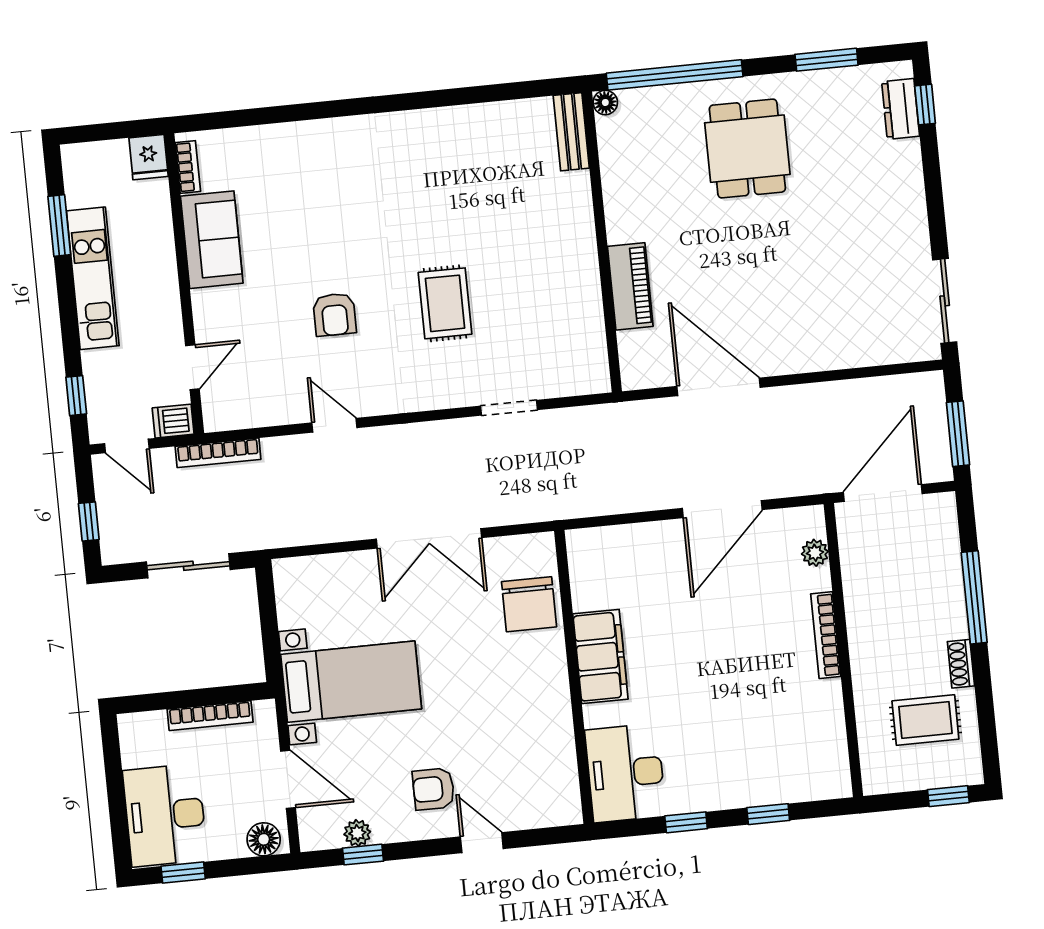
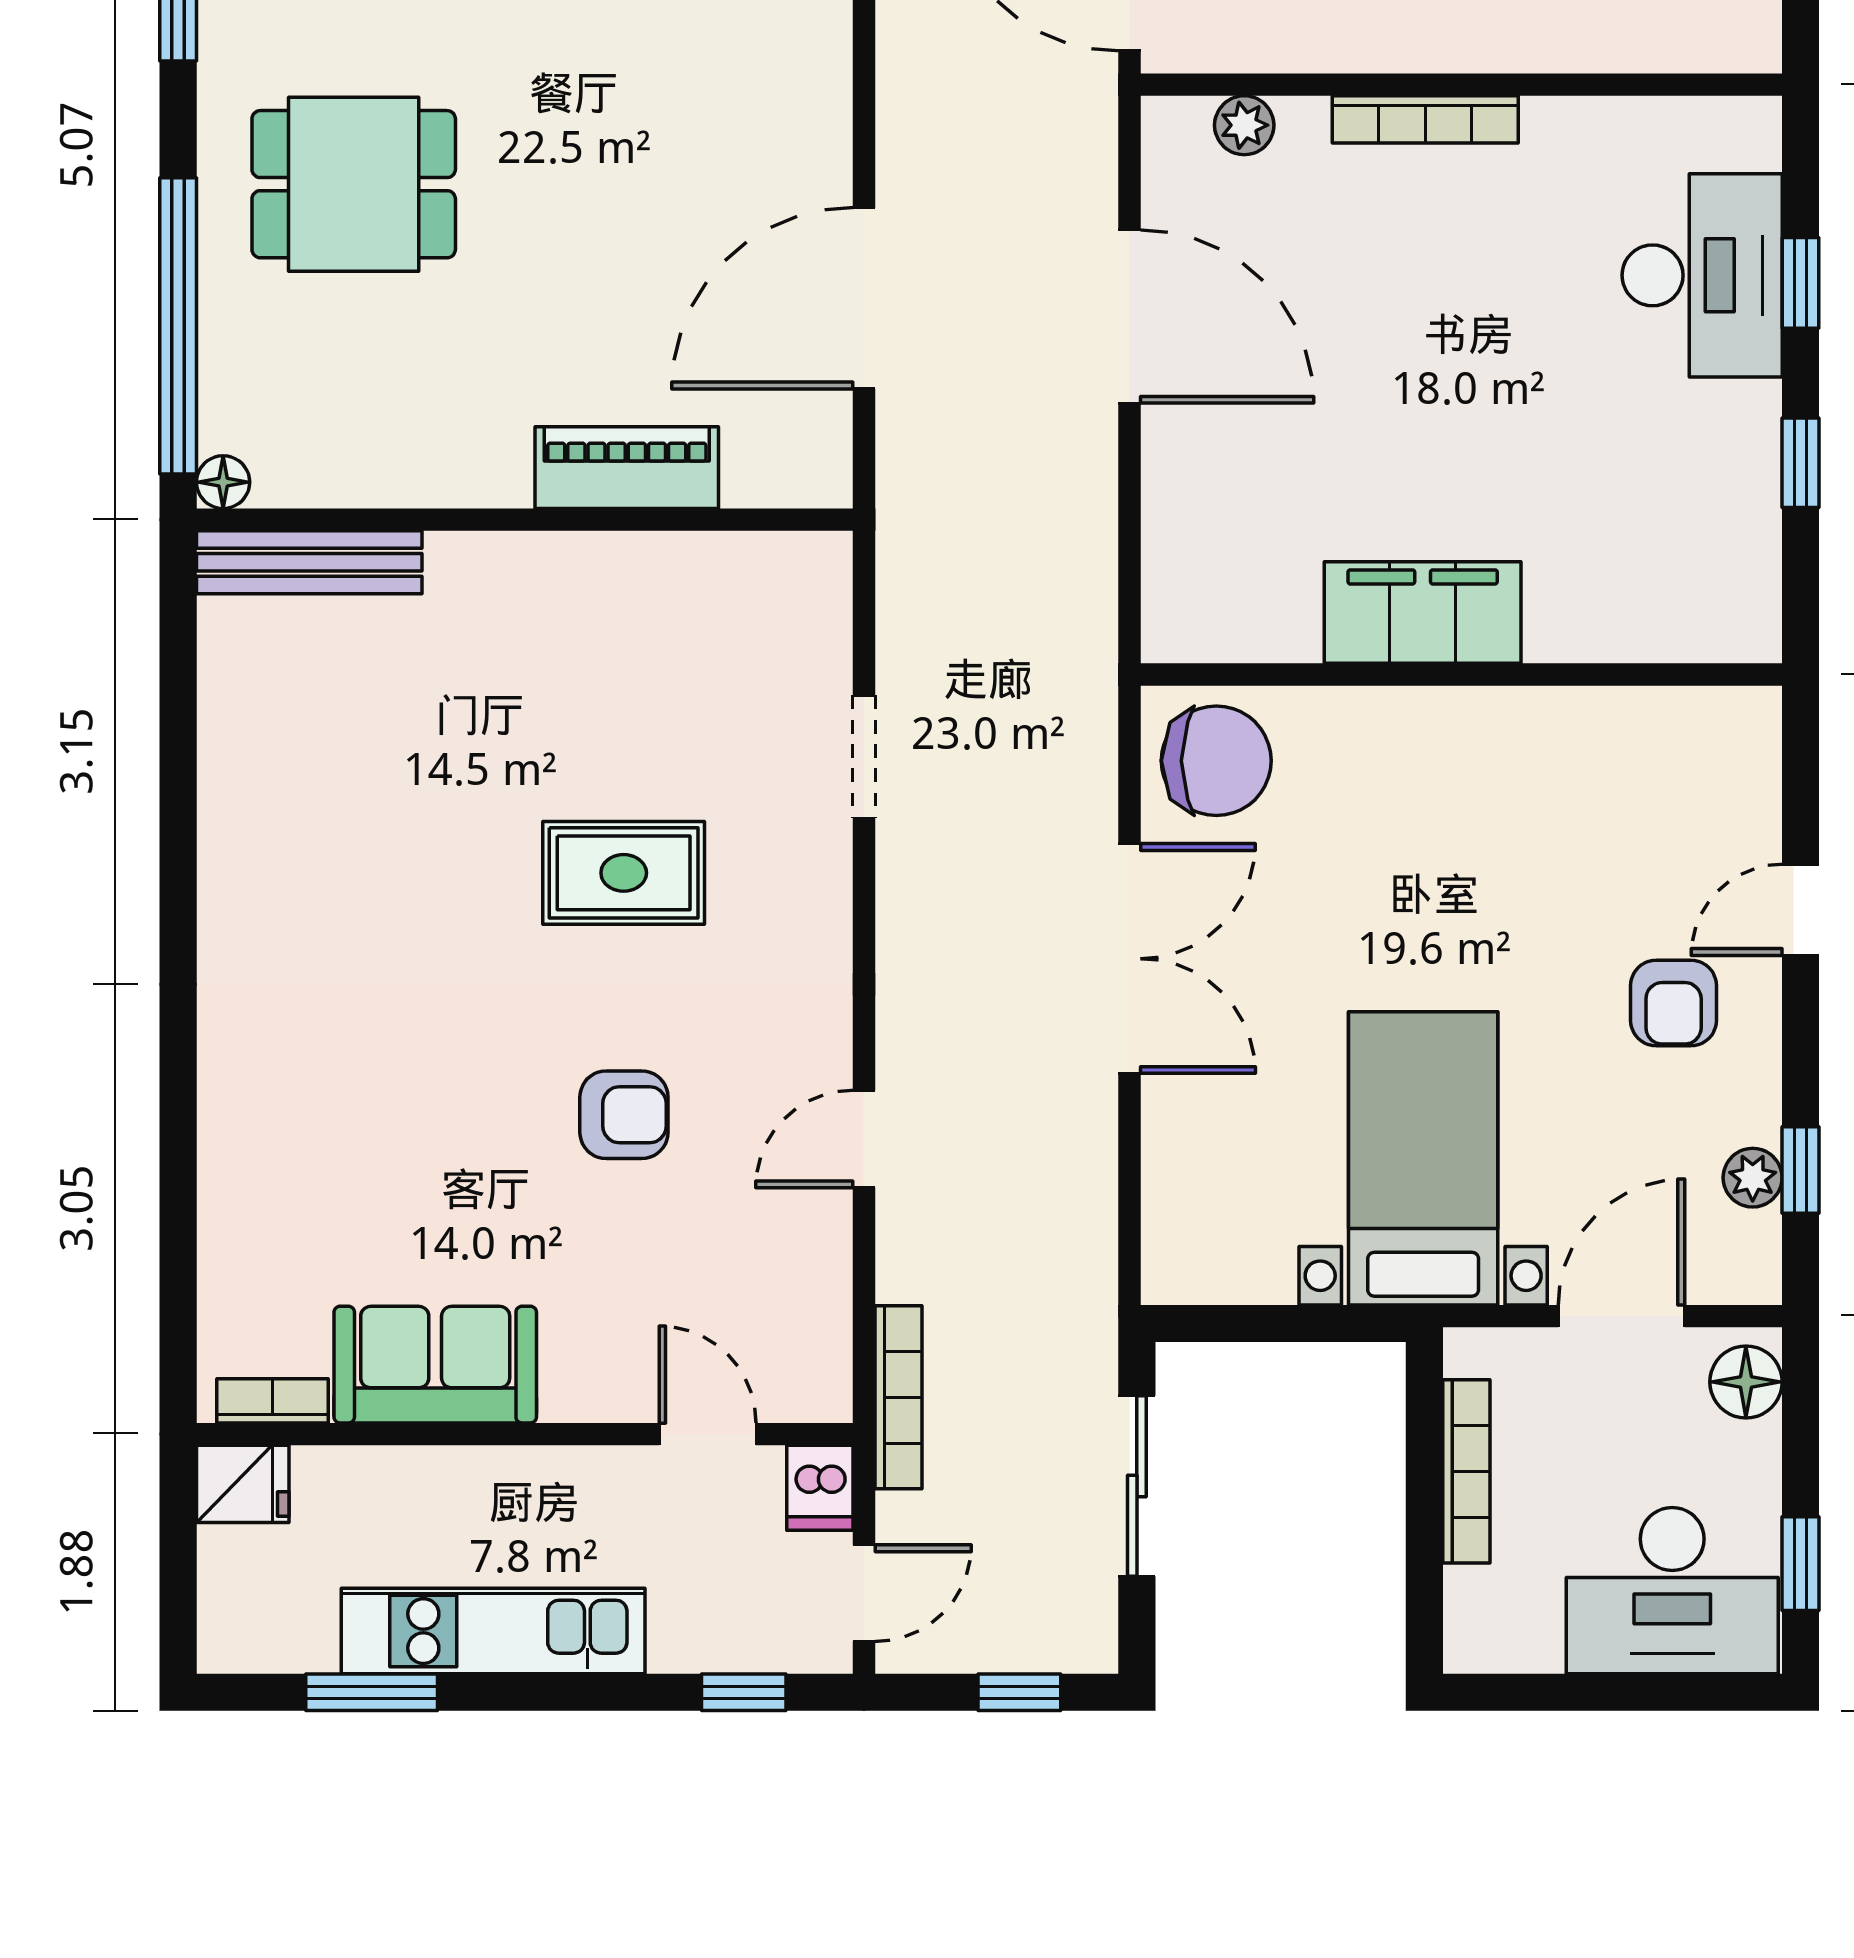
bench: (571, 132) -> (309, 562), width x1.36
chair: (529, 604) -> (1216, 761), moved
desk: (625, 773) -> (1702, 275), moved, turned -90

